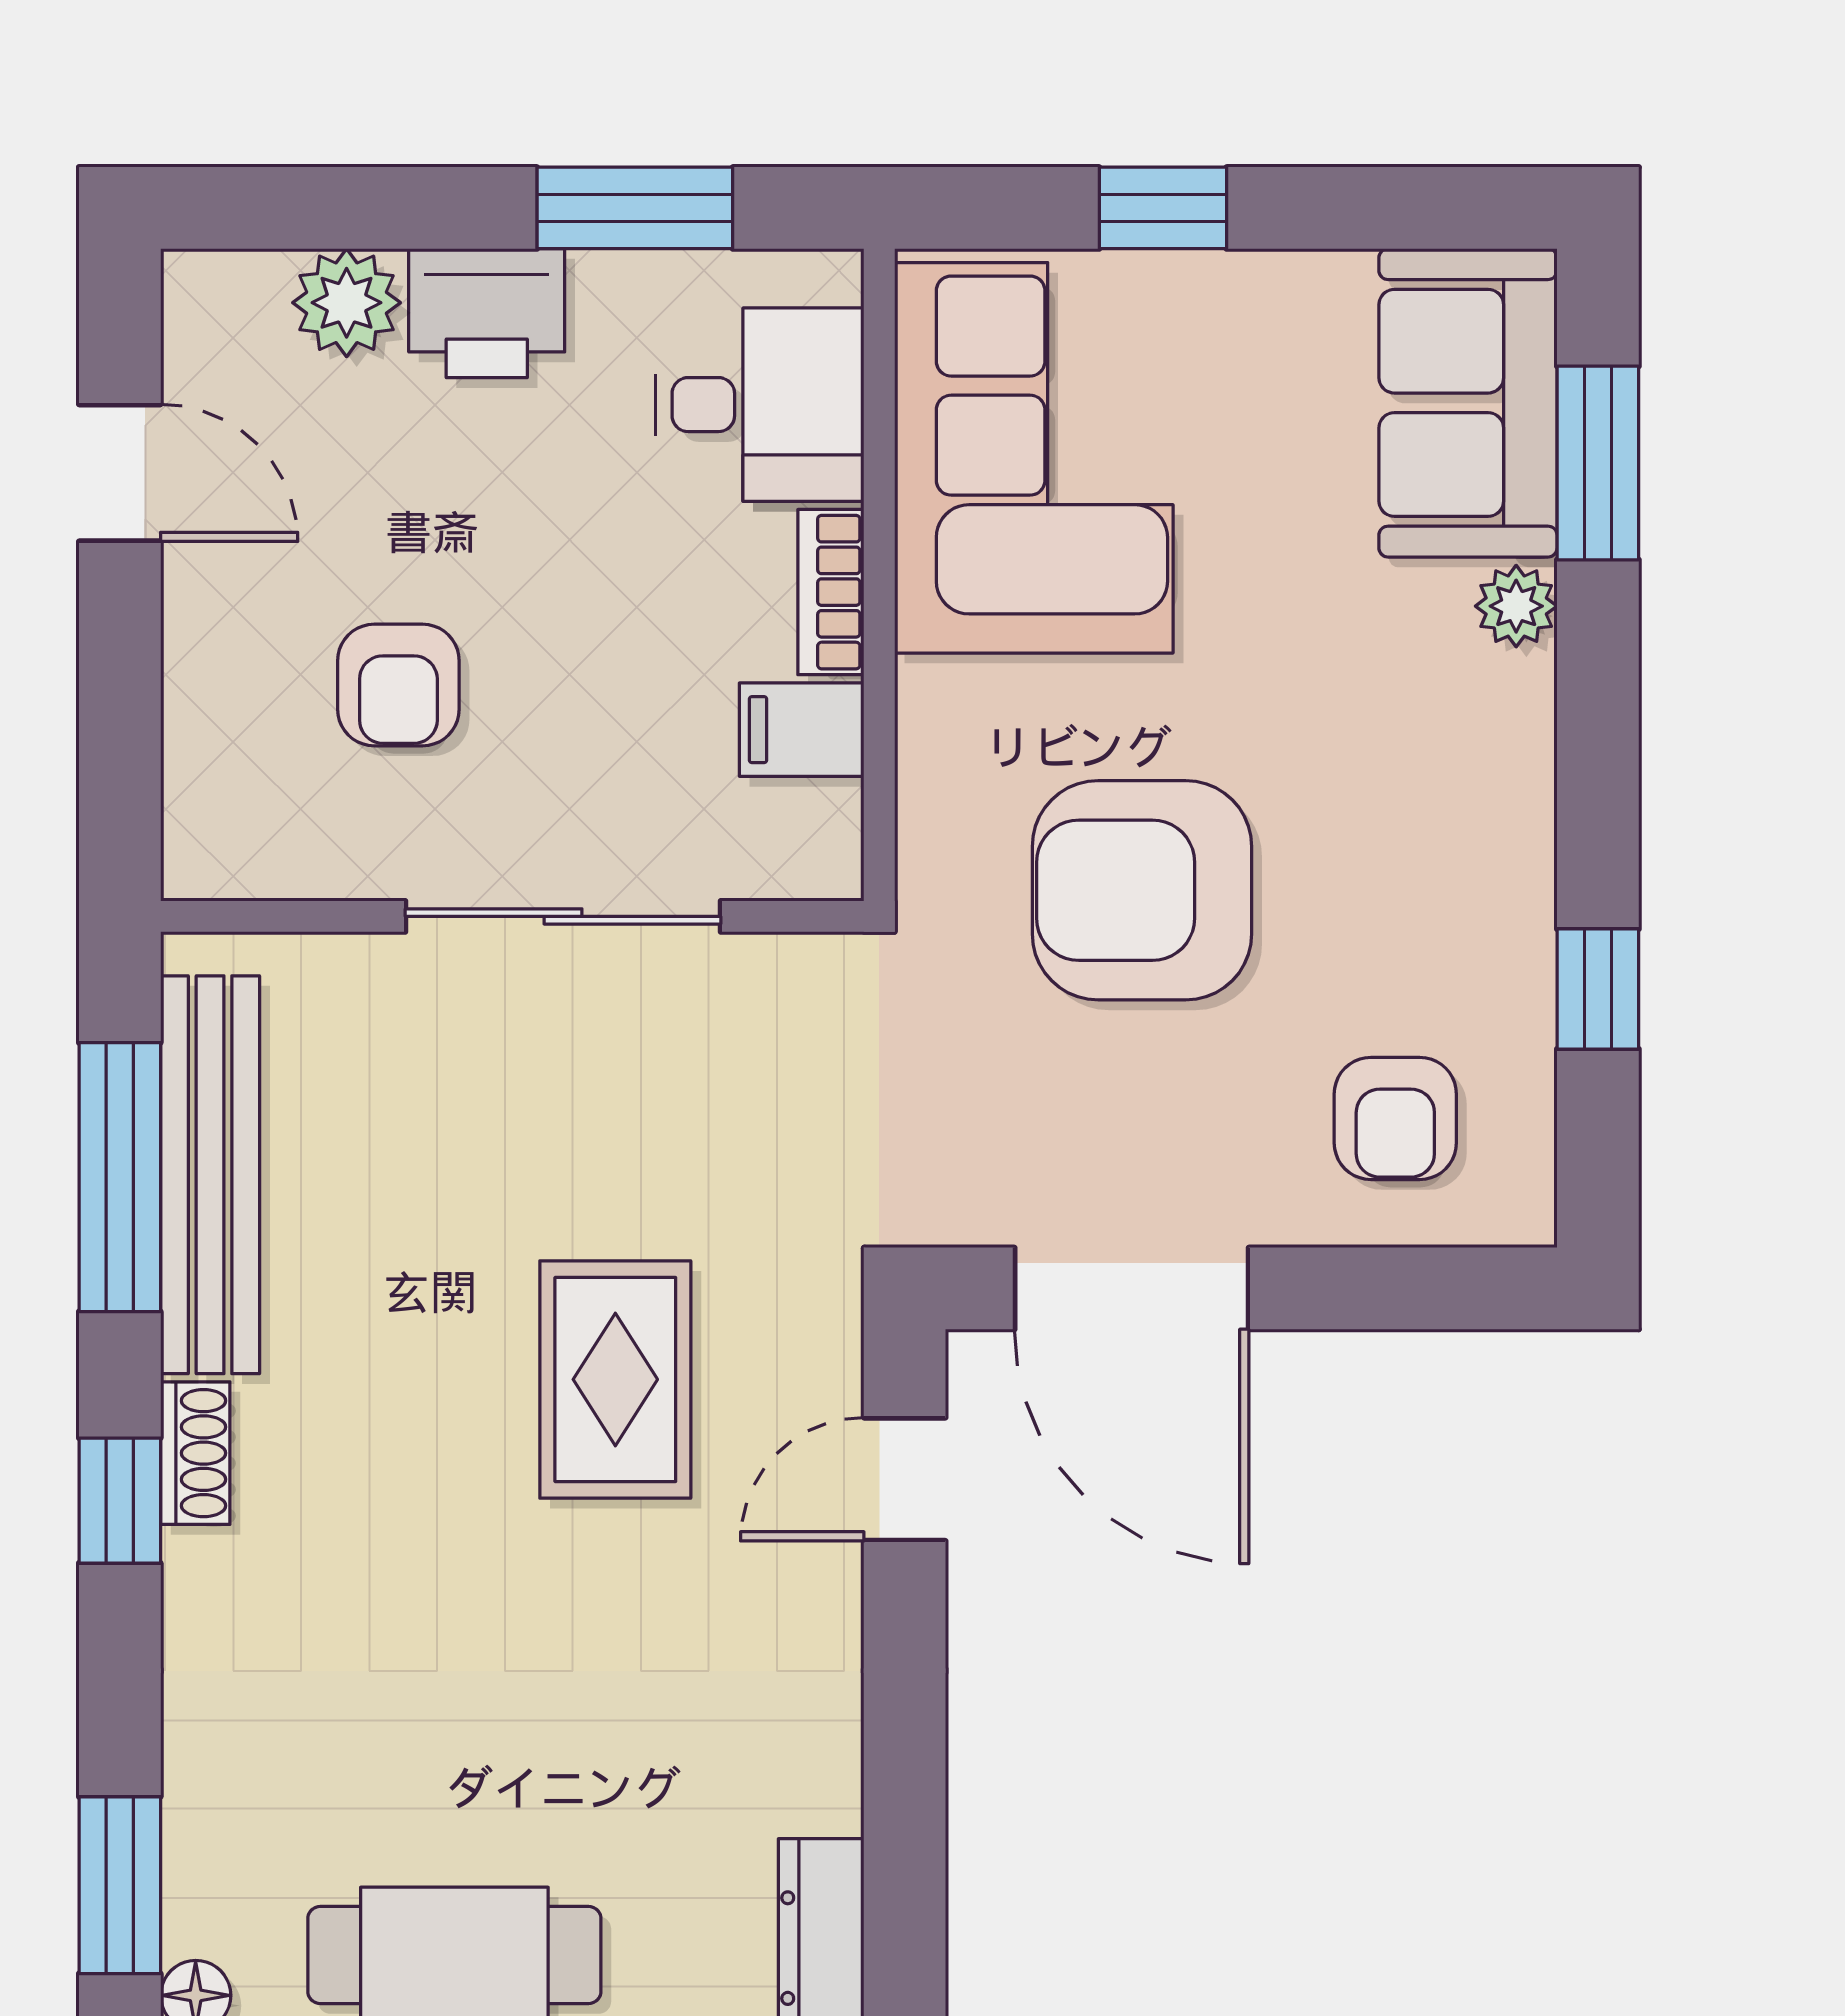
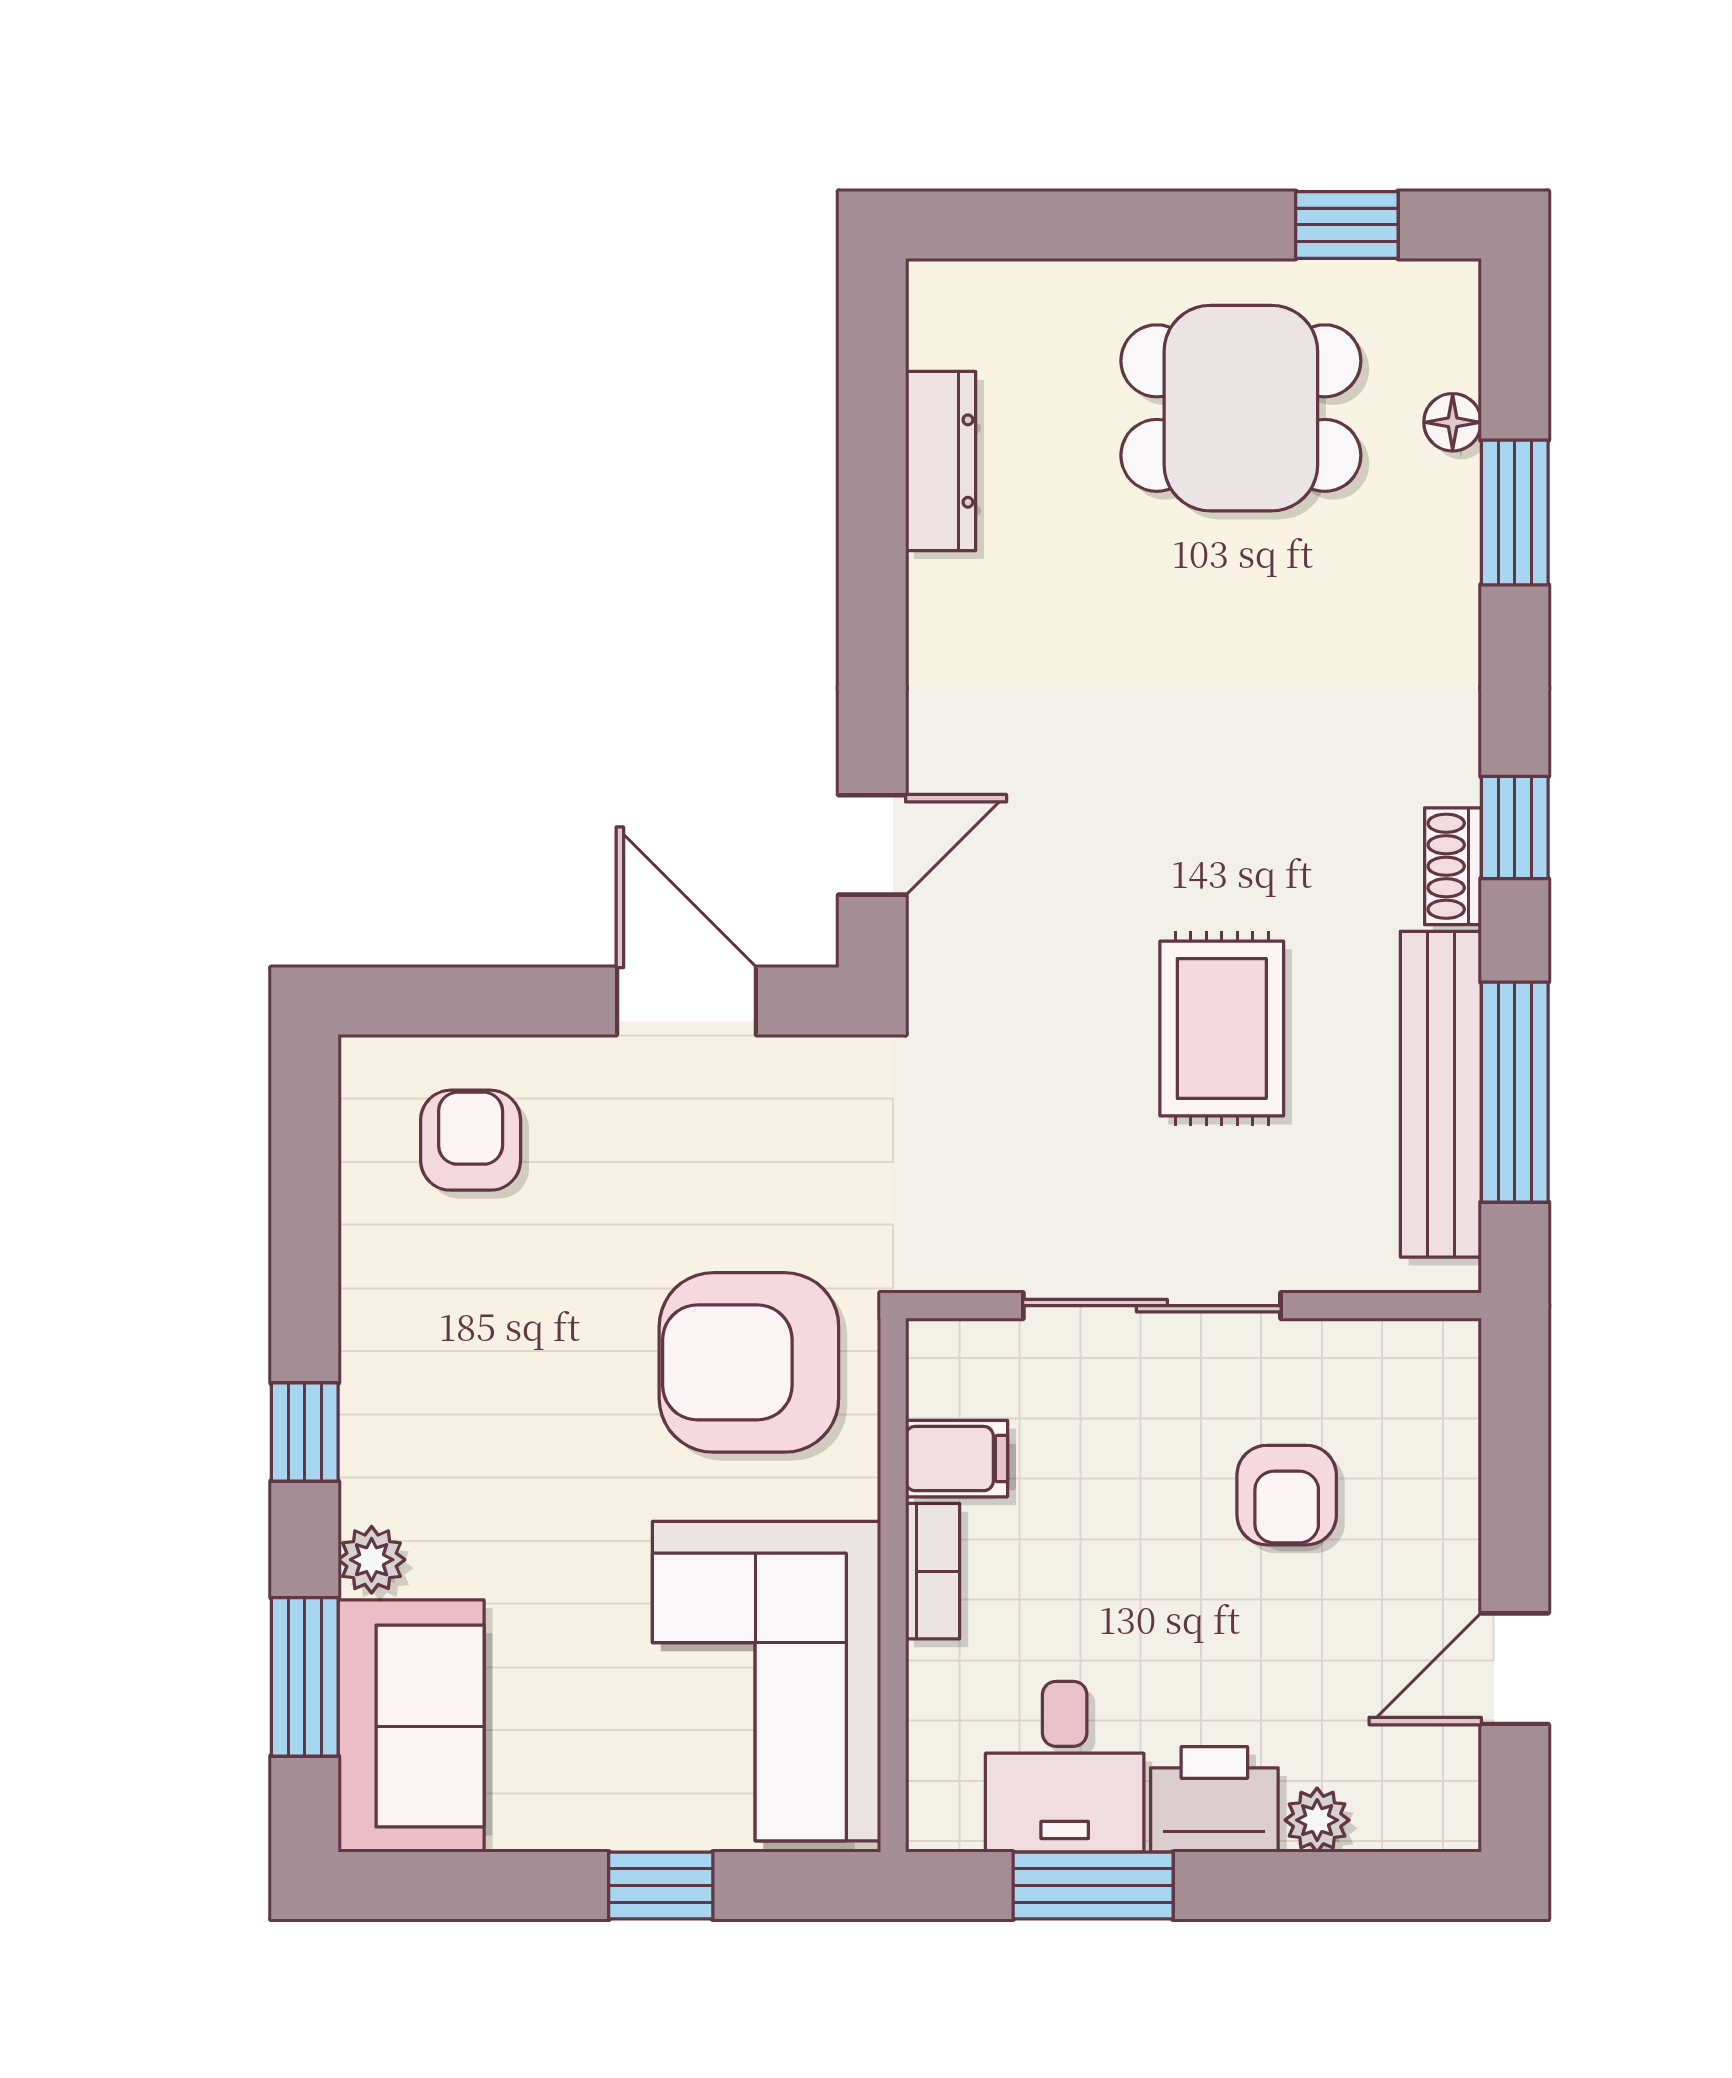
plant: (347, 303) -> (1317, 1820), width x0.73, depth x0.73
desk: (760, 405) -> (1065, 1767), moved, turned -90
door: (120, 473) -> (1515, 1669), hinge flipped
armchair: (398, 685) -> (1287, 1495), turned 180
armchair: (1142, 890) -> (749, 1362), moved, turned 180
window: (1598, 989) -> (305, 1432), moved
door: (1132, 1288) -> (686, 1001), width x0.73
rug: (615, 1379) -> (1222, 1028), moved

